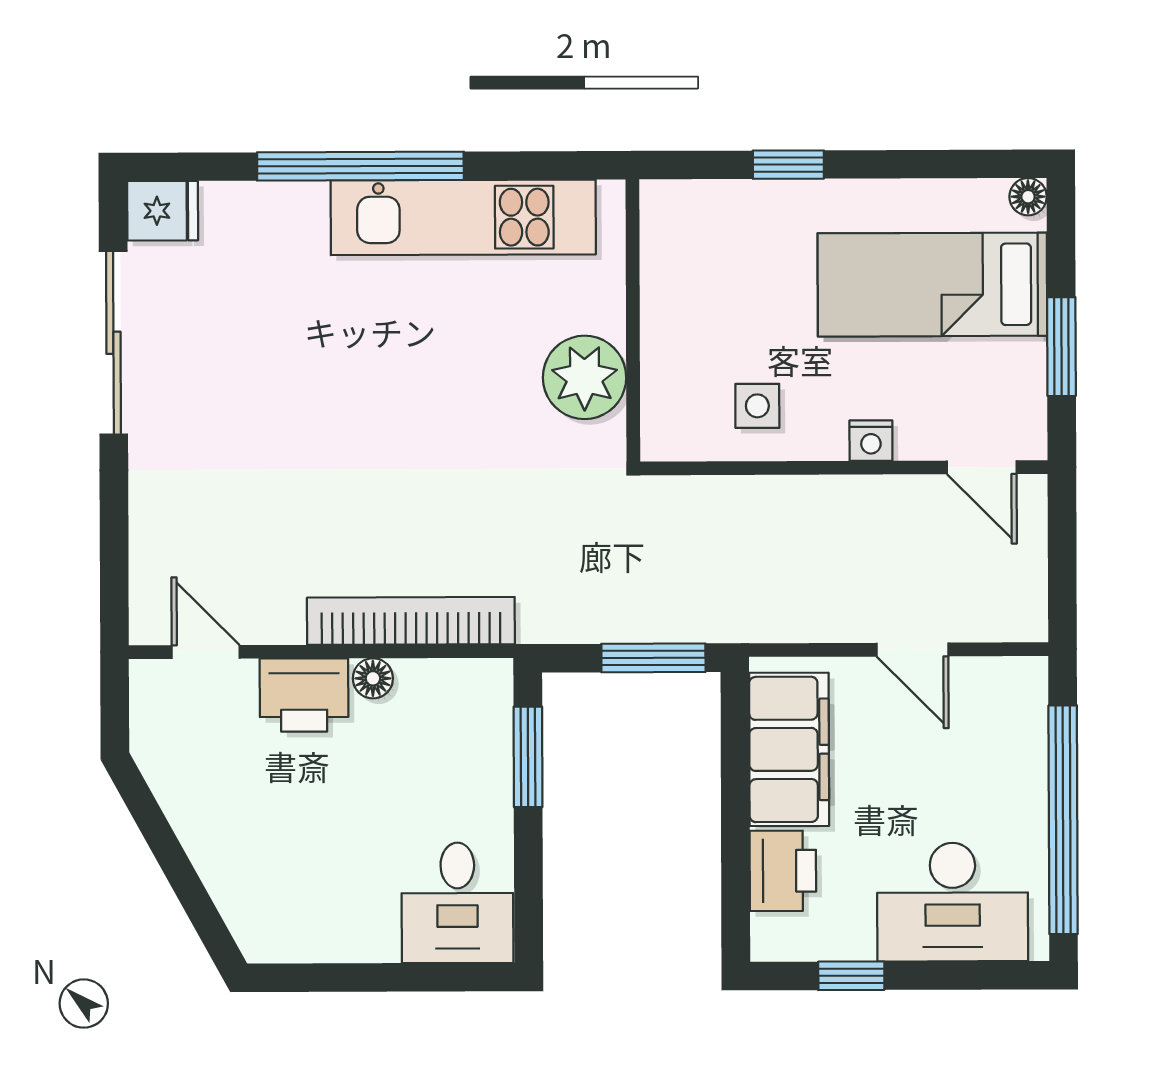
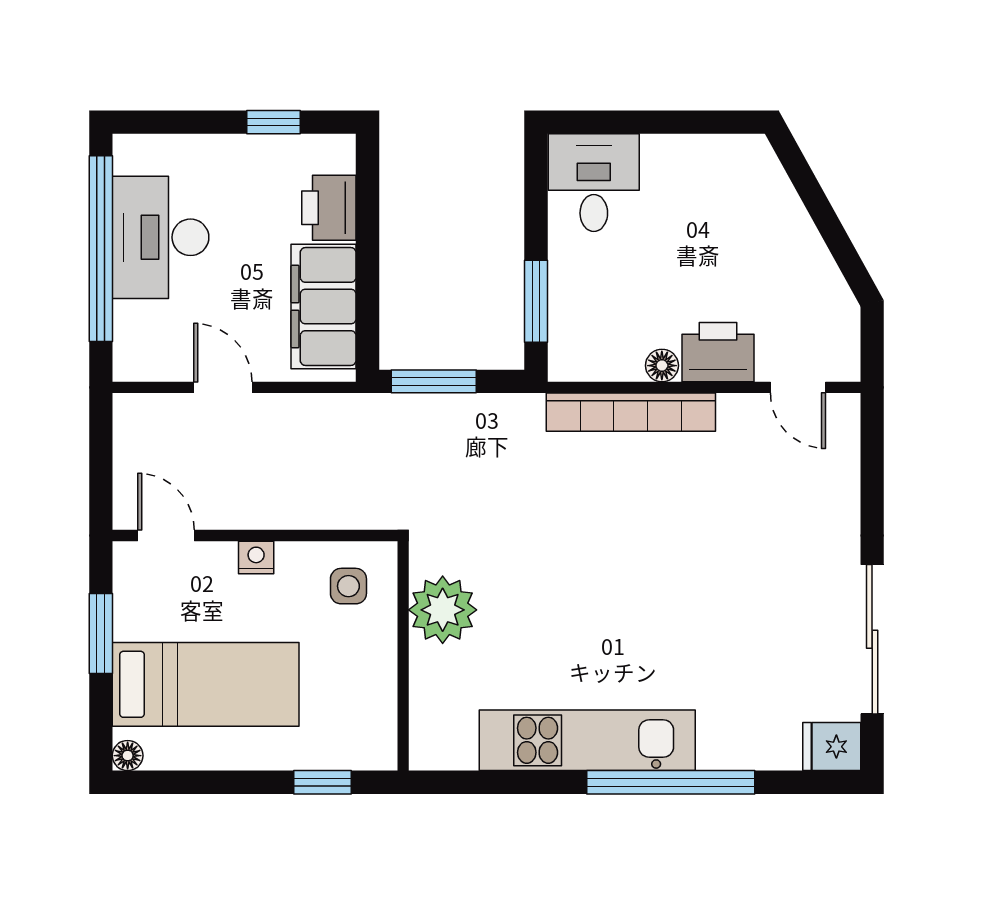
wall: (633, 321) -> (403, 656), moved
plant: (585, 377) -> (443, 610), moved
desk: (953, 902) -> (161, 237), moved, turned -90

